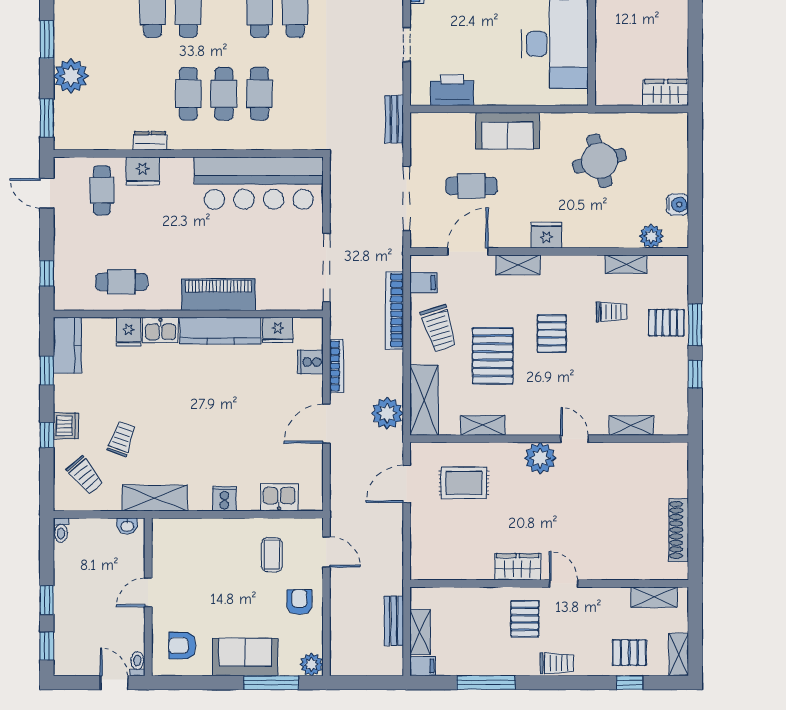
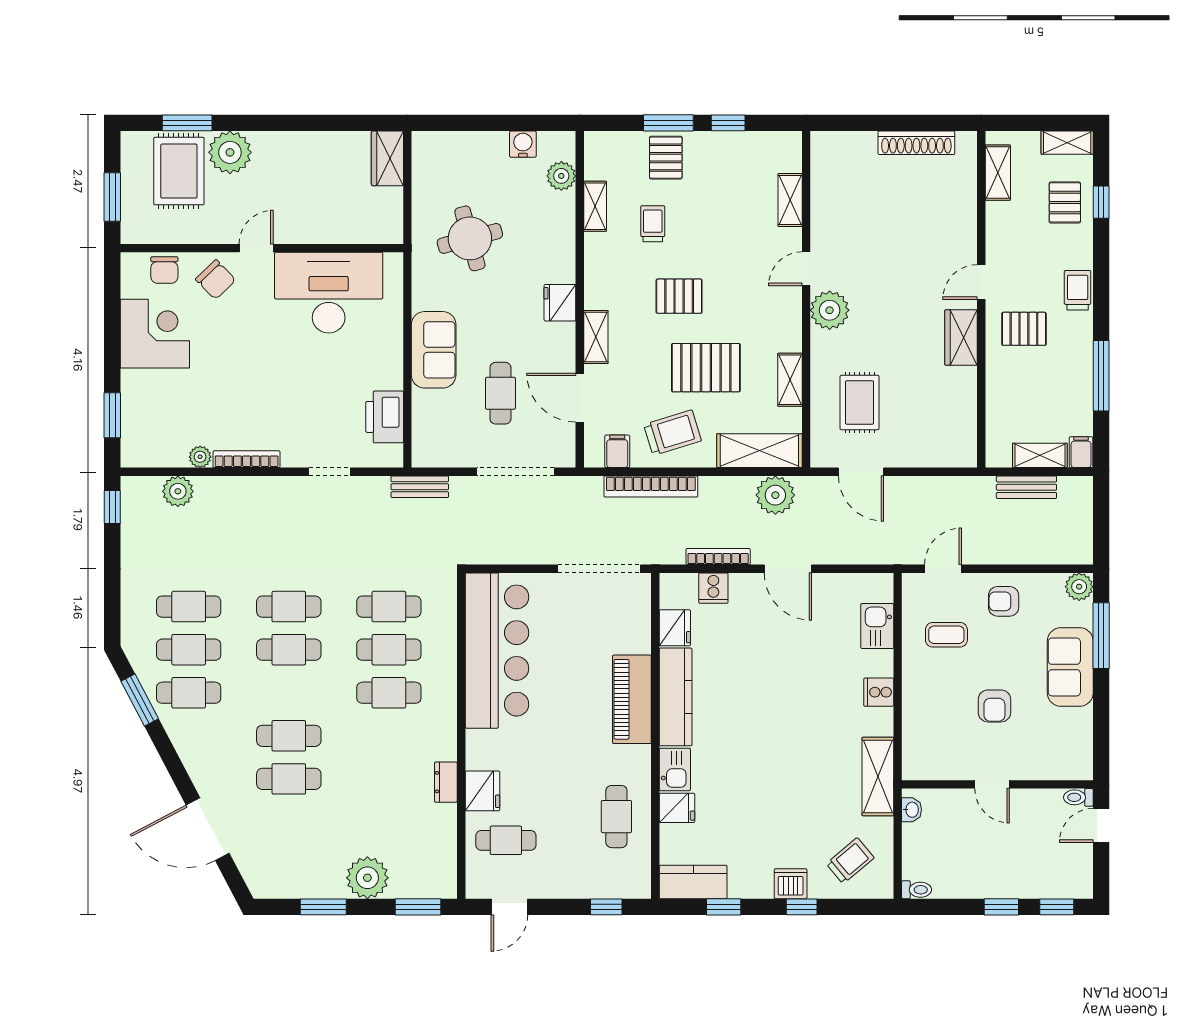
cafe table: (188, 94) -> (389, 607), moved
trolley: (122, 439) -> (806, 816), removed
armchair: (182, 646) -> (994, 706), moved

